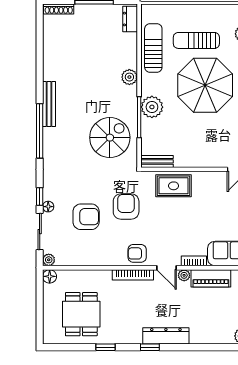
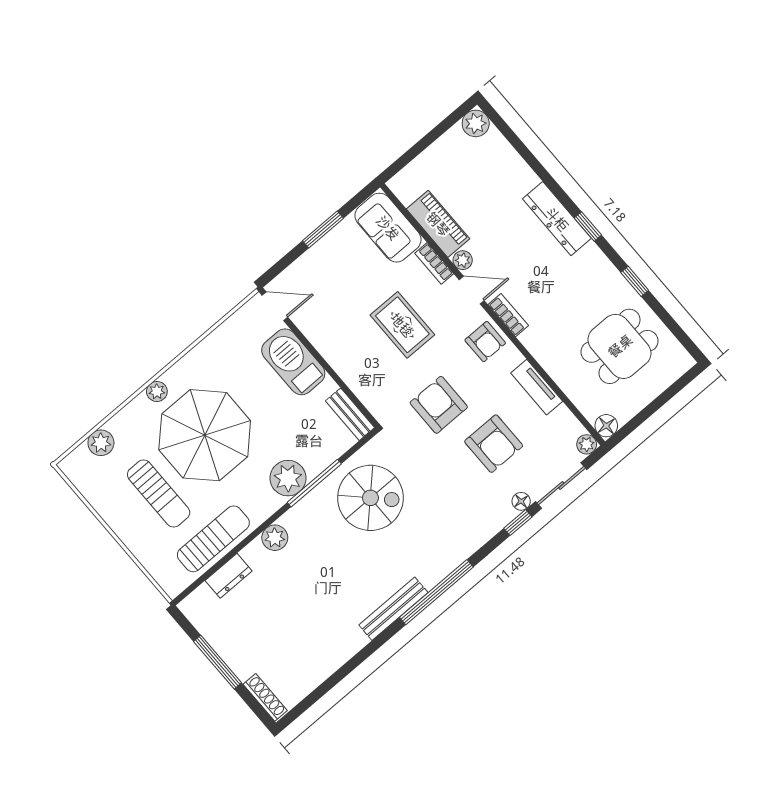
dresser: (130, 19) -> (229, 576), moved
sun lounger: (153, 48) -> (213, 539), turned 180
spiral stairs: (110, 138) -> (370, 498), turned 180
barbecue: (204, 156) -> (293, 362), added
rug: (174, 186) -> (402, 325), moved
armchair: (126, 207) -> (439, 405), turned 90
armchair: (86, 217) -> (494, 444), turned 180
tv unit: (95, 259) -> (537, 387), added
door: (167, 268) -> (472, 290), hinge flipped
bookcase: (133, 275) -> (508, 315), width x0.64

